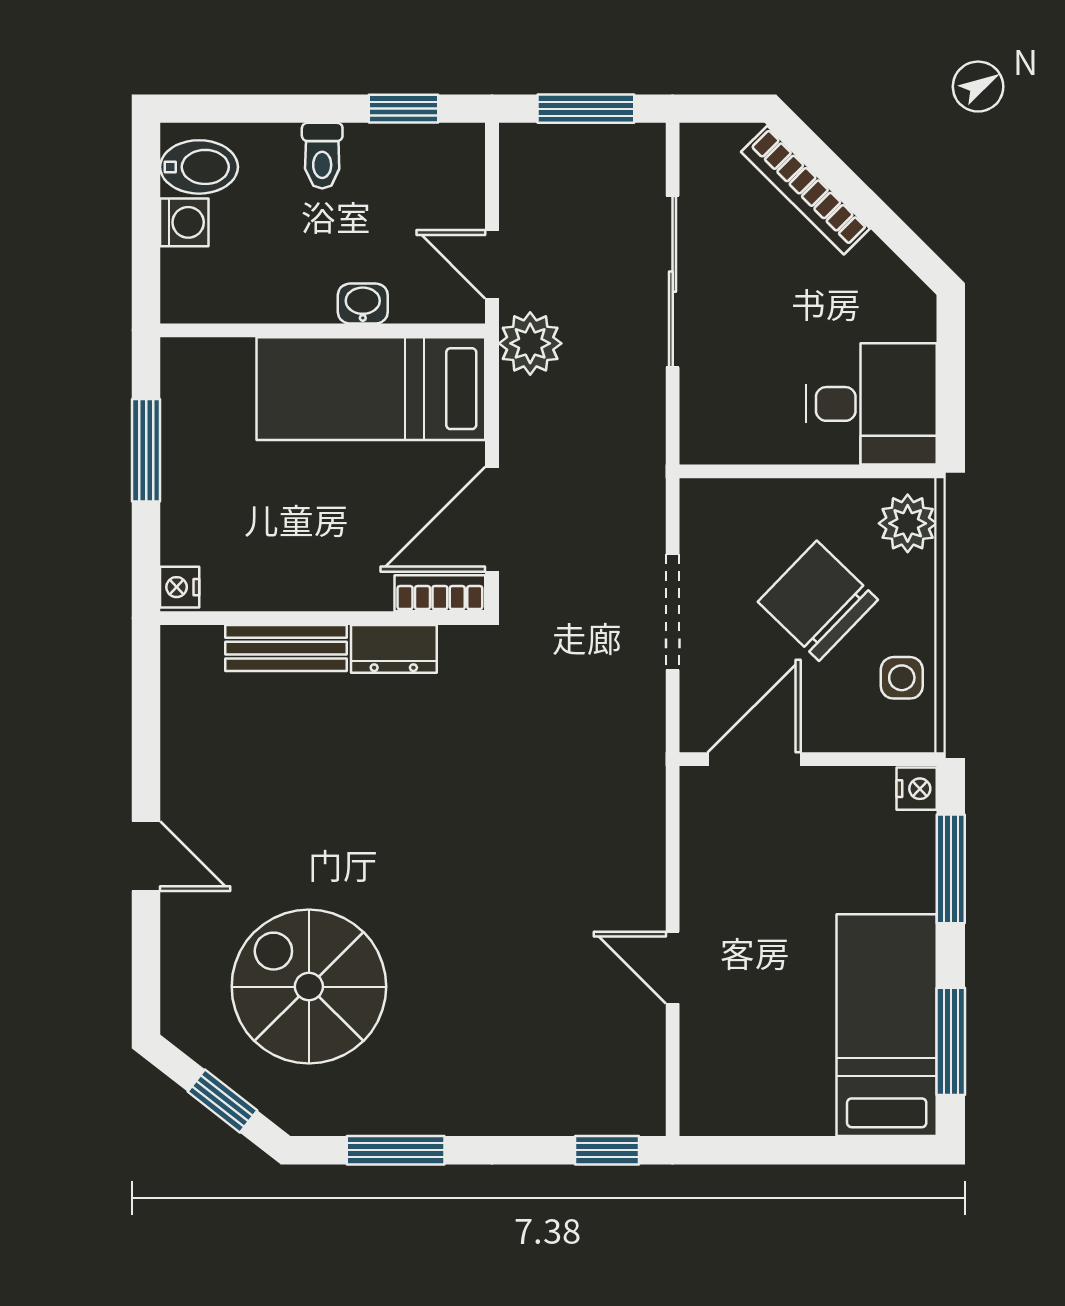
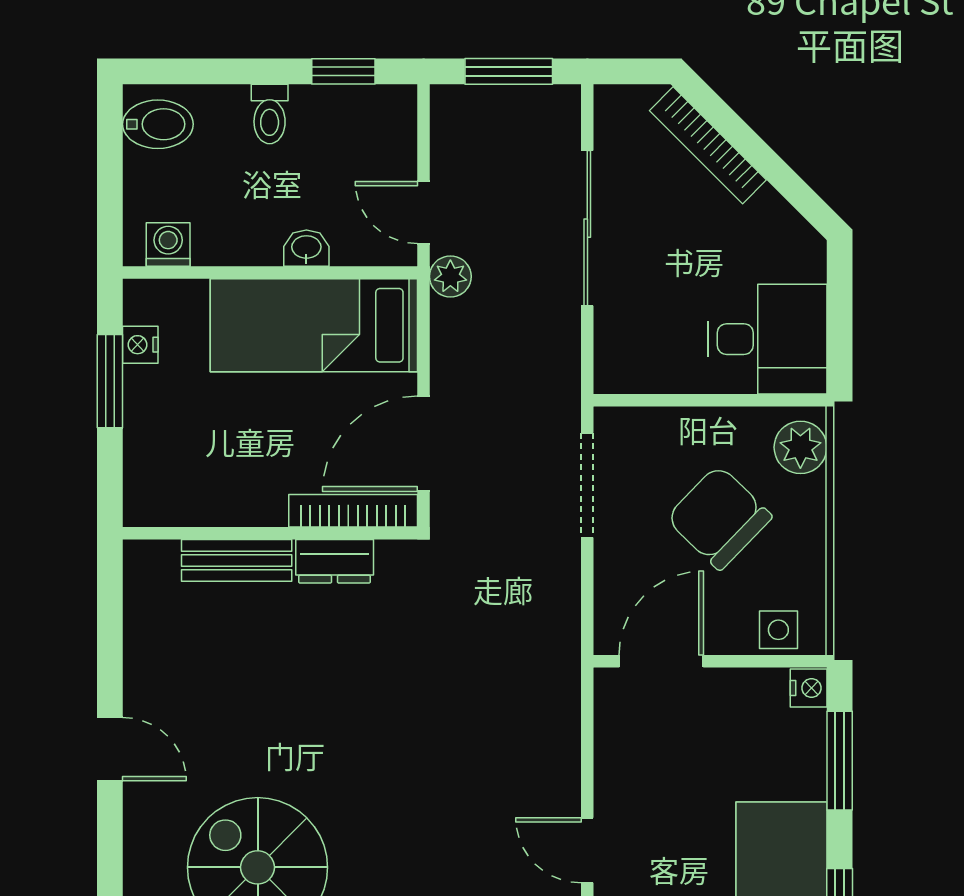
washing machine: (184, 222) -> (168, 244), moved, turned -90
plant: (530, 343) -> (450, 276), width x0.73, depth x0.73
nightstand: (180, 587) -> (140, 345), moved
bookcase: (440, 593) -> (353, 511), width x1.56
doorway: (673, 612) -> (587, 485), moved
side table: (902, 678) -> (778, 630), moved

